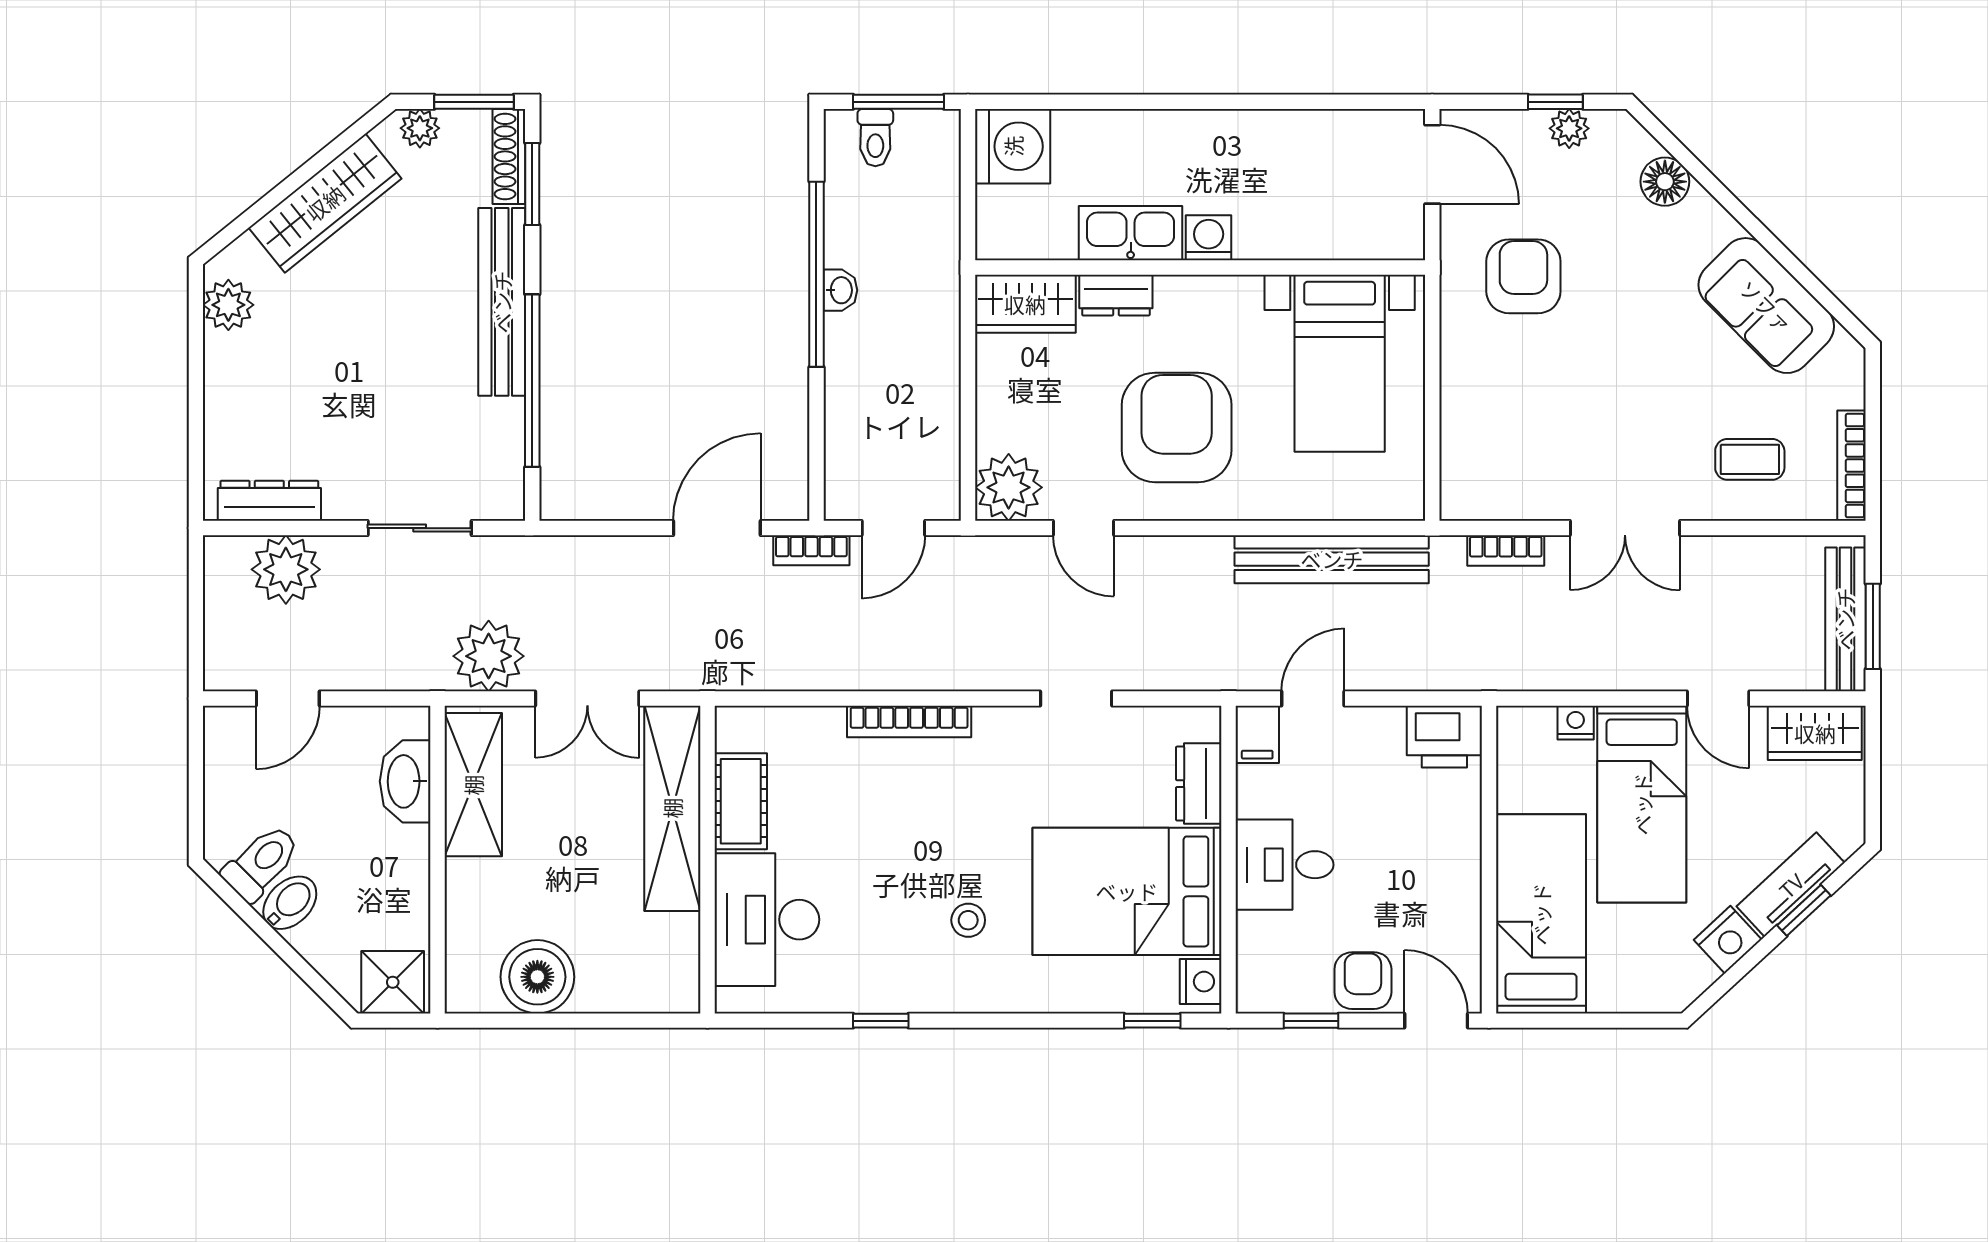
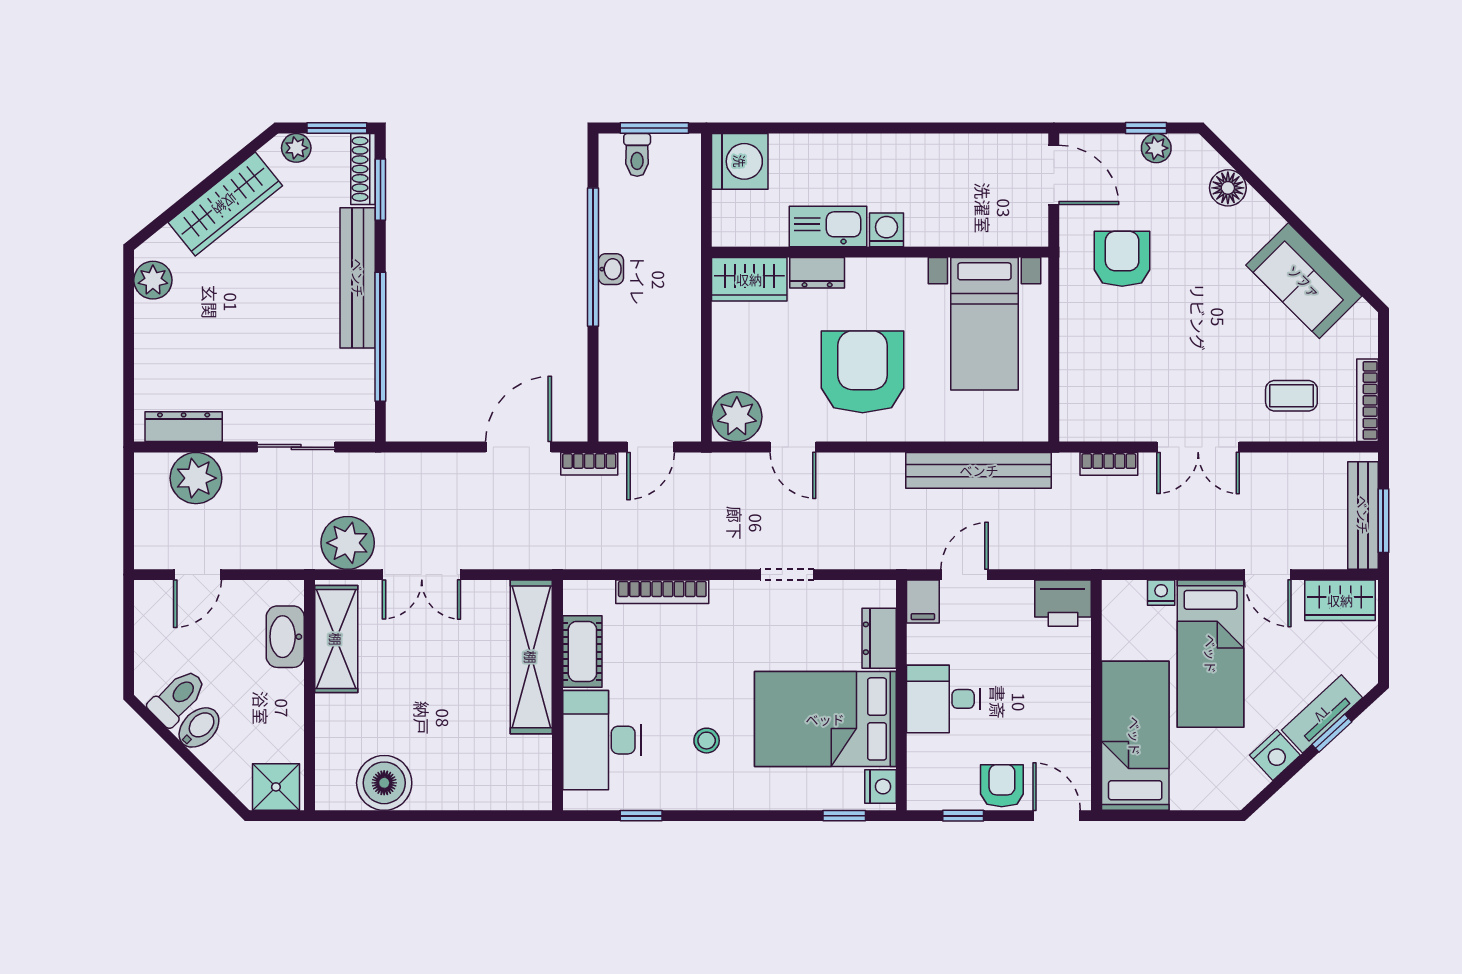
cot: (741, 801) -> (582, 652), moved
shelving: (672, 808) -> (531, 657), moved
wall: (707, 860) -> (558, 695), moved
desk: (767, 920) -> (602, 740), moved

